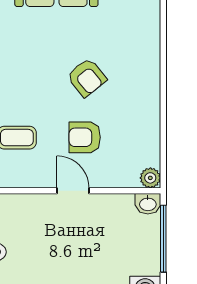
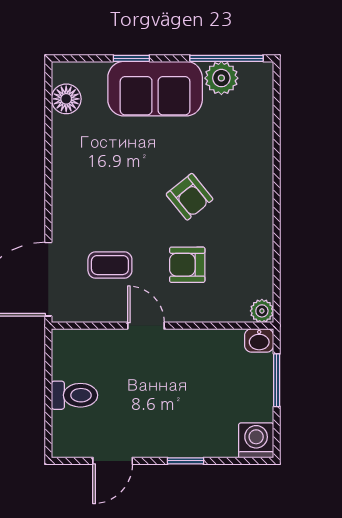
door: (73, 191) -> (146, 326), moved
window: (163, 239) -> (277, 380), width x0.69

